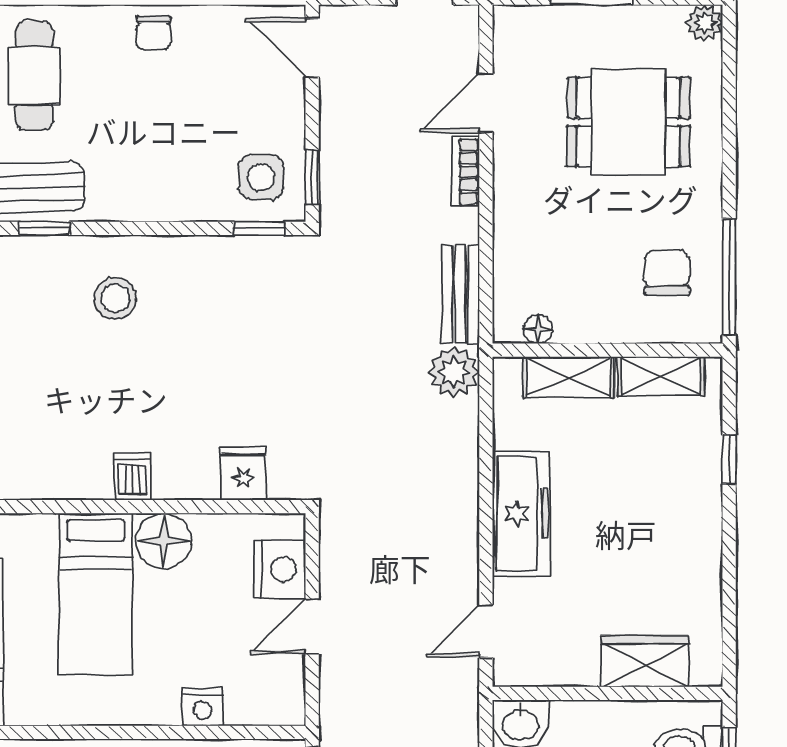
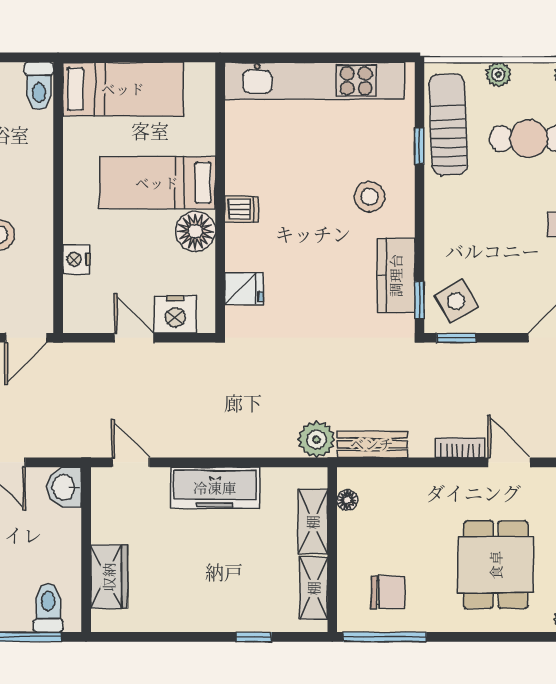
side table: (261, 177) -> (456, 301), turned -30
kitchen counter: (225, 261) -> (396, 275), added

